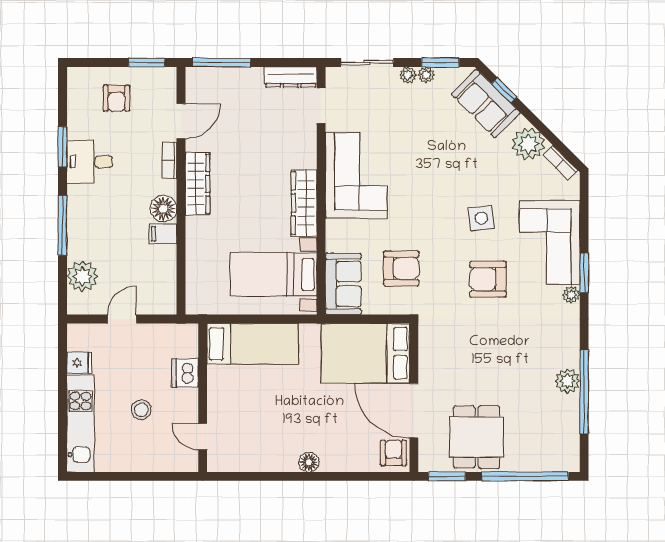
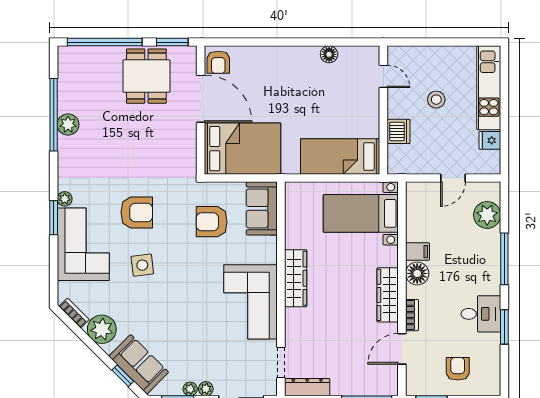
bed with nightstands: (274, 275) -> (361, 213), moved, turned 180
floor lamp: (309, 462) -> (329, 54), moved

